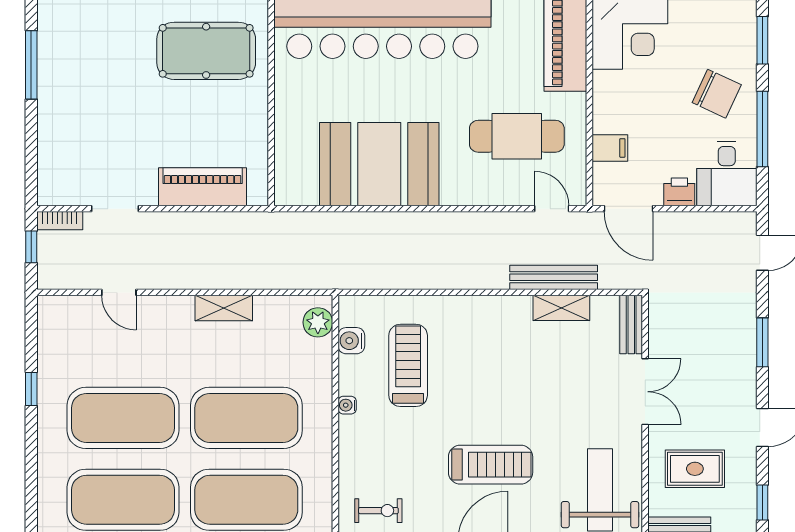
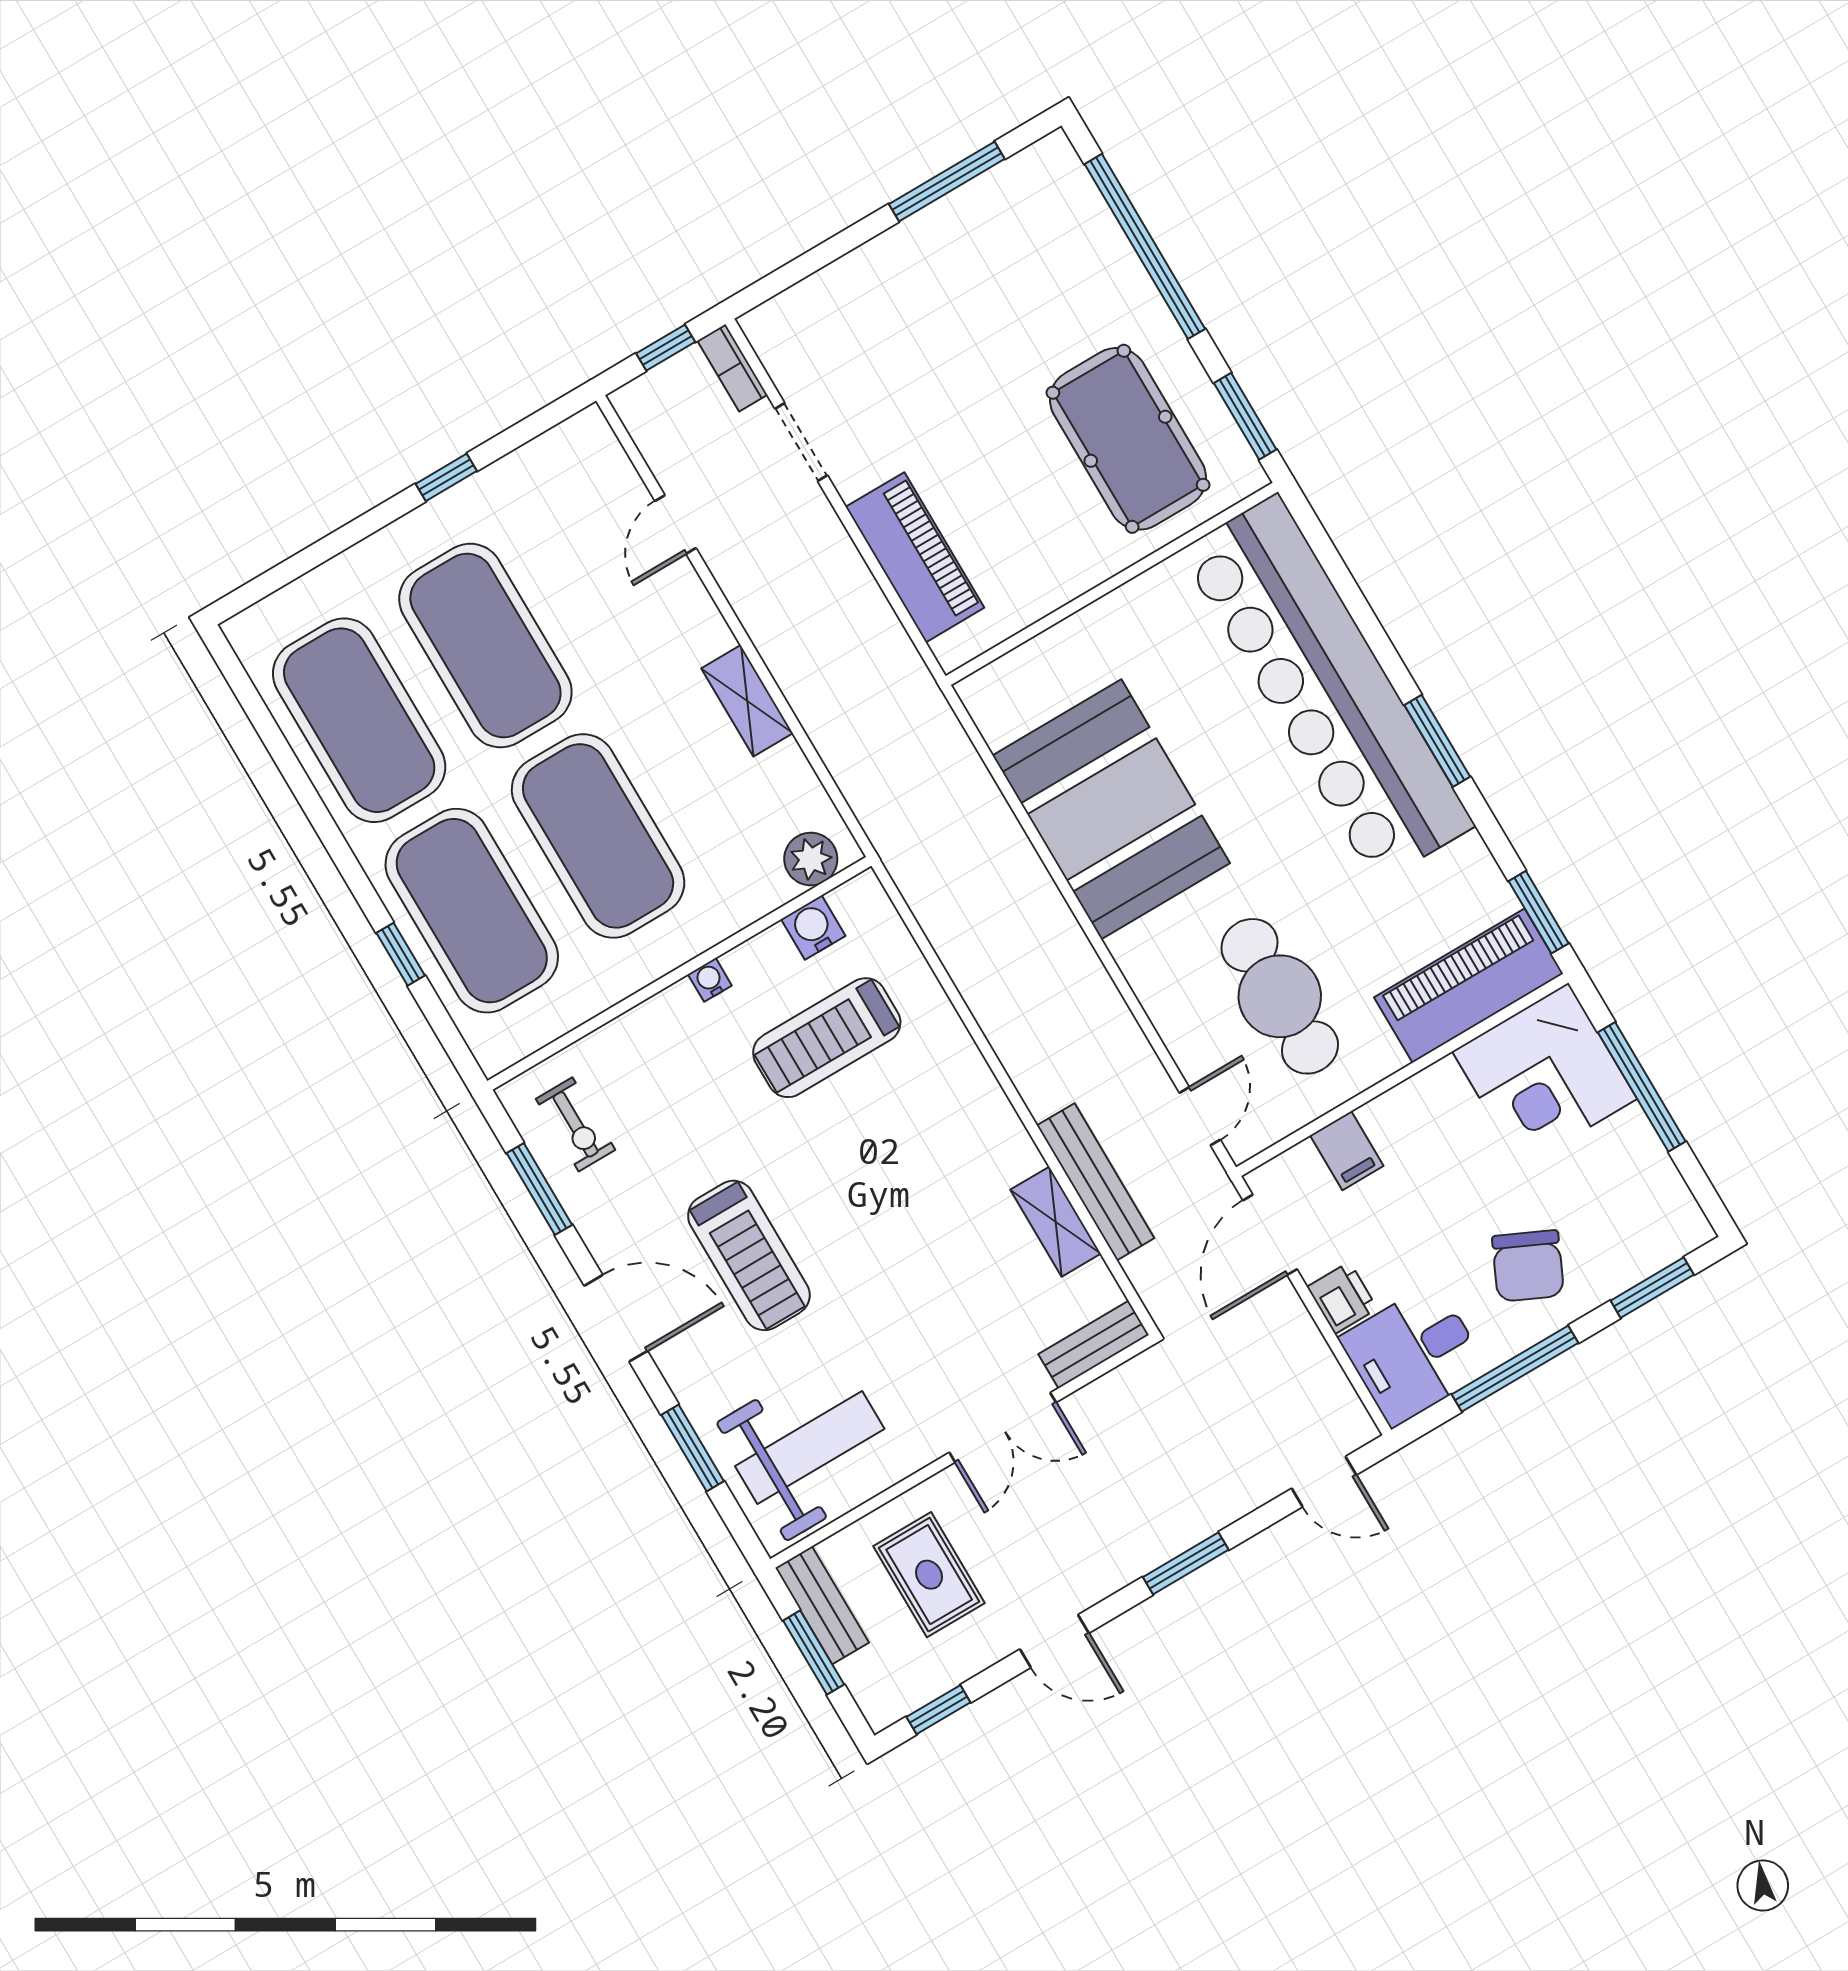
treadmill: (408, 365) -> (827, 1038), turned 180

